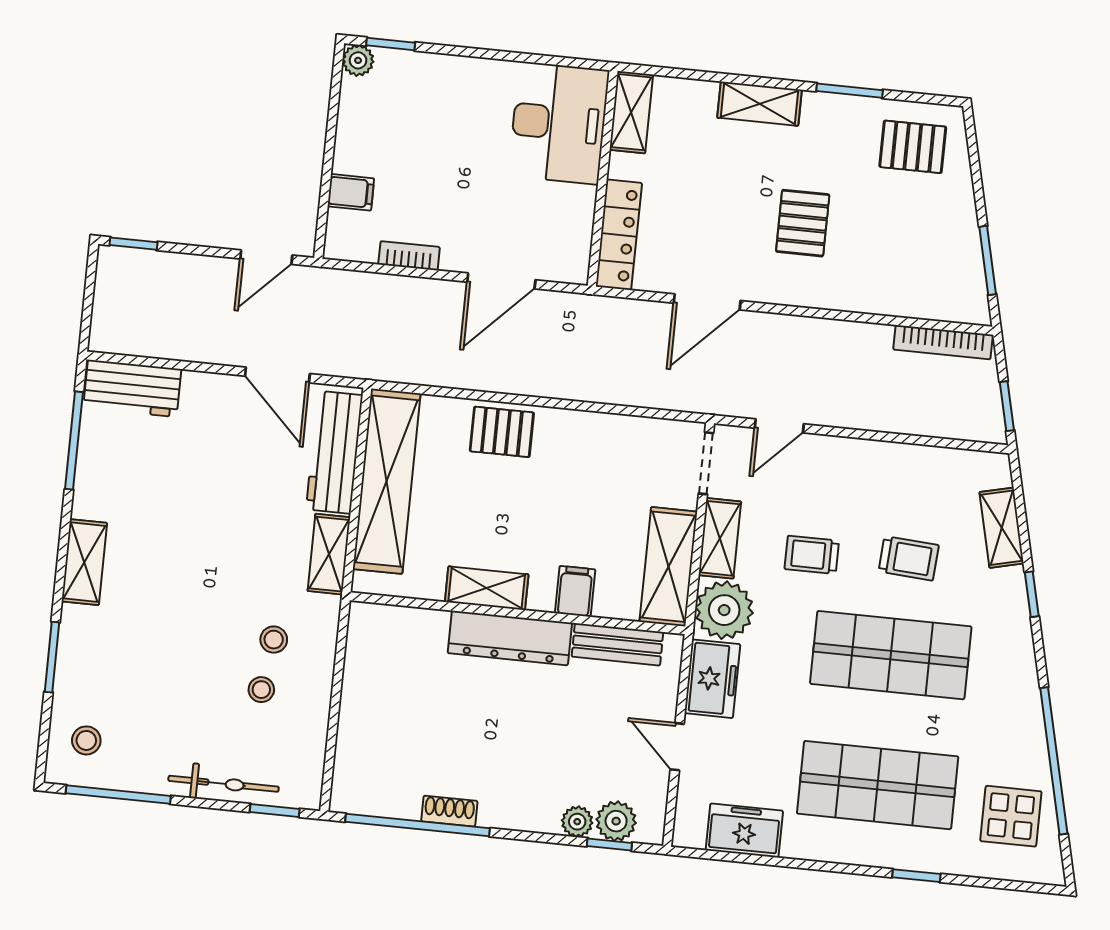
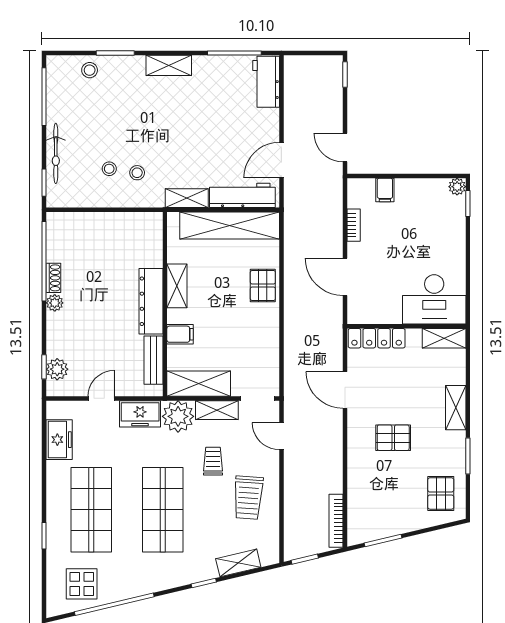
trolley: (909, 558) -> (248, 498), moved, width x1.36, depth x1.39
stool: (86, 740) -> (90, 70), moved
plant: (577, 822) -> (55, 303), moved

